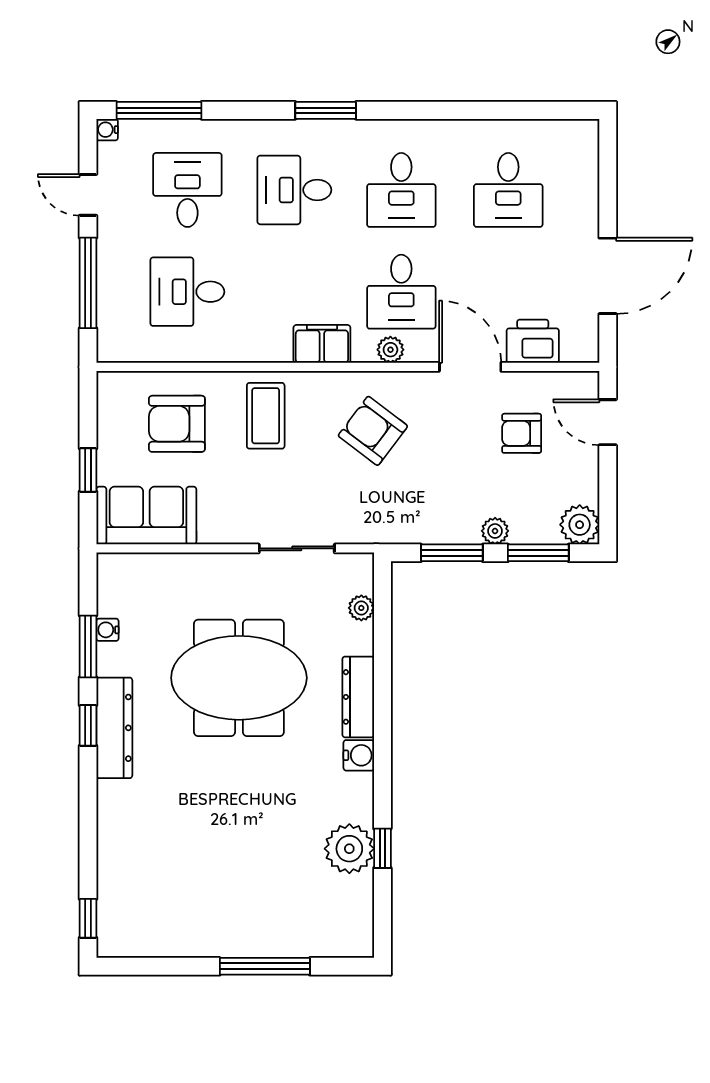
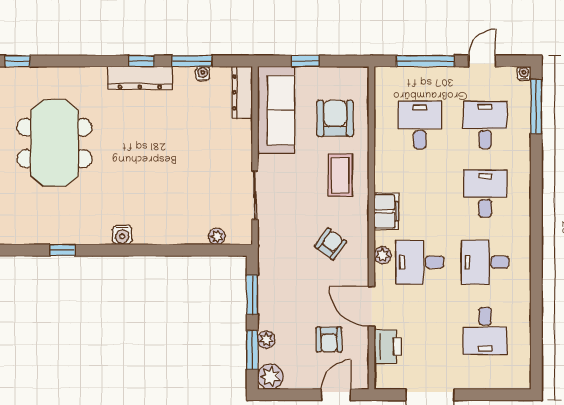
window: (326, 110) -> (536, 214), removed
desk: (187, 190) -> (485, 125), turned -90
desk: (508, 190) -> (485, 331), turned -90
door: (470, 367) -> (372, 306), swing flipped
coffee table: (266, 416) -> (340, 175), turned 90
armchair: (373, 431) -> (330, 244), width x0.72, depth x0.72
armchair: (522, 433) -> (329, 339), turned 180
sofa: (146, 516) -> (276, 110), width x1.36
plant: (495, 531) -> (266, 340), moved
meeting table: (239, 678) -> (54, 143), moved
dresser: (358, 697) -> (242, 92), moved, turned -90
plant: (349, 849) -> (62, 229), removed

